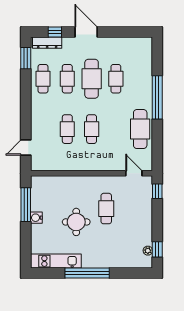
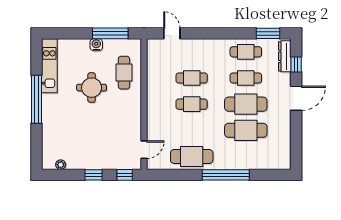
cafe table: (116, 79) -> (246, 130), width x1.37, depth x1.35
cafe table: (106, 209) -> (124, 73), moved, turned 90
window: (157, 249) -> (94, 175), moved

